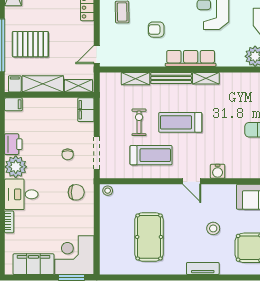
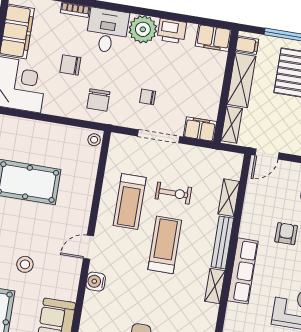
door: (97, 54) -> (267, 154), swing flipped
filing cabinet: (13, 104) -> (213, 38), width x2.00
doorway: (97, 153) -> (159, 136), moved
chair: (53, 219) -> (70, 65), added

